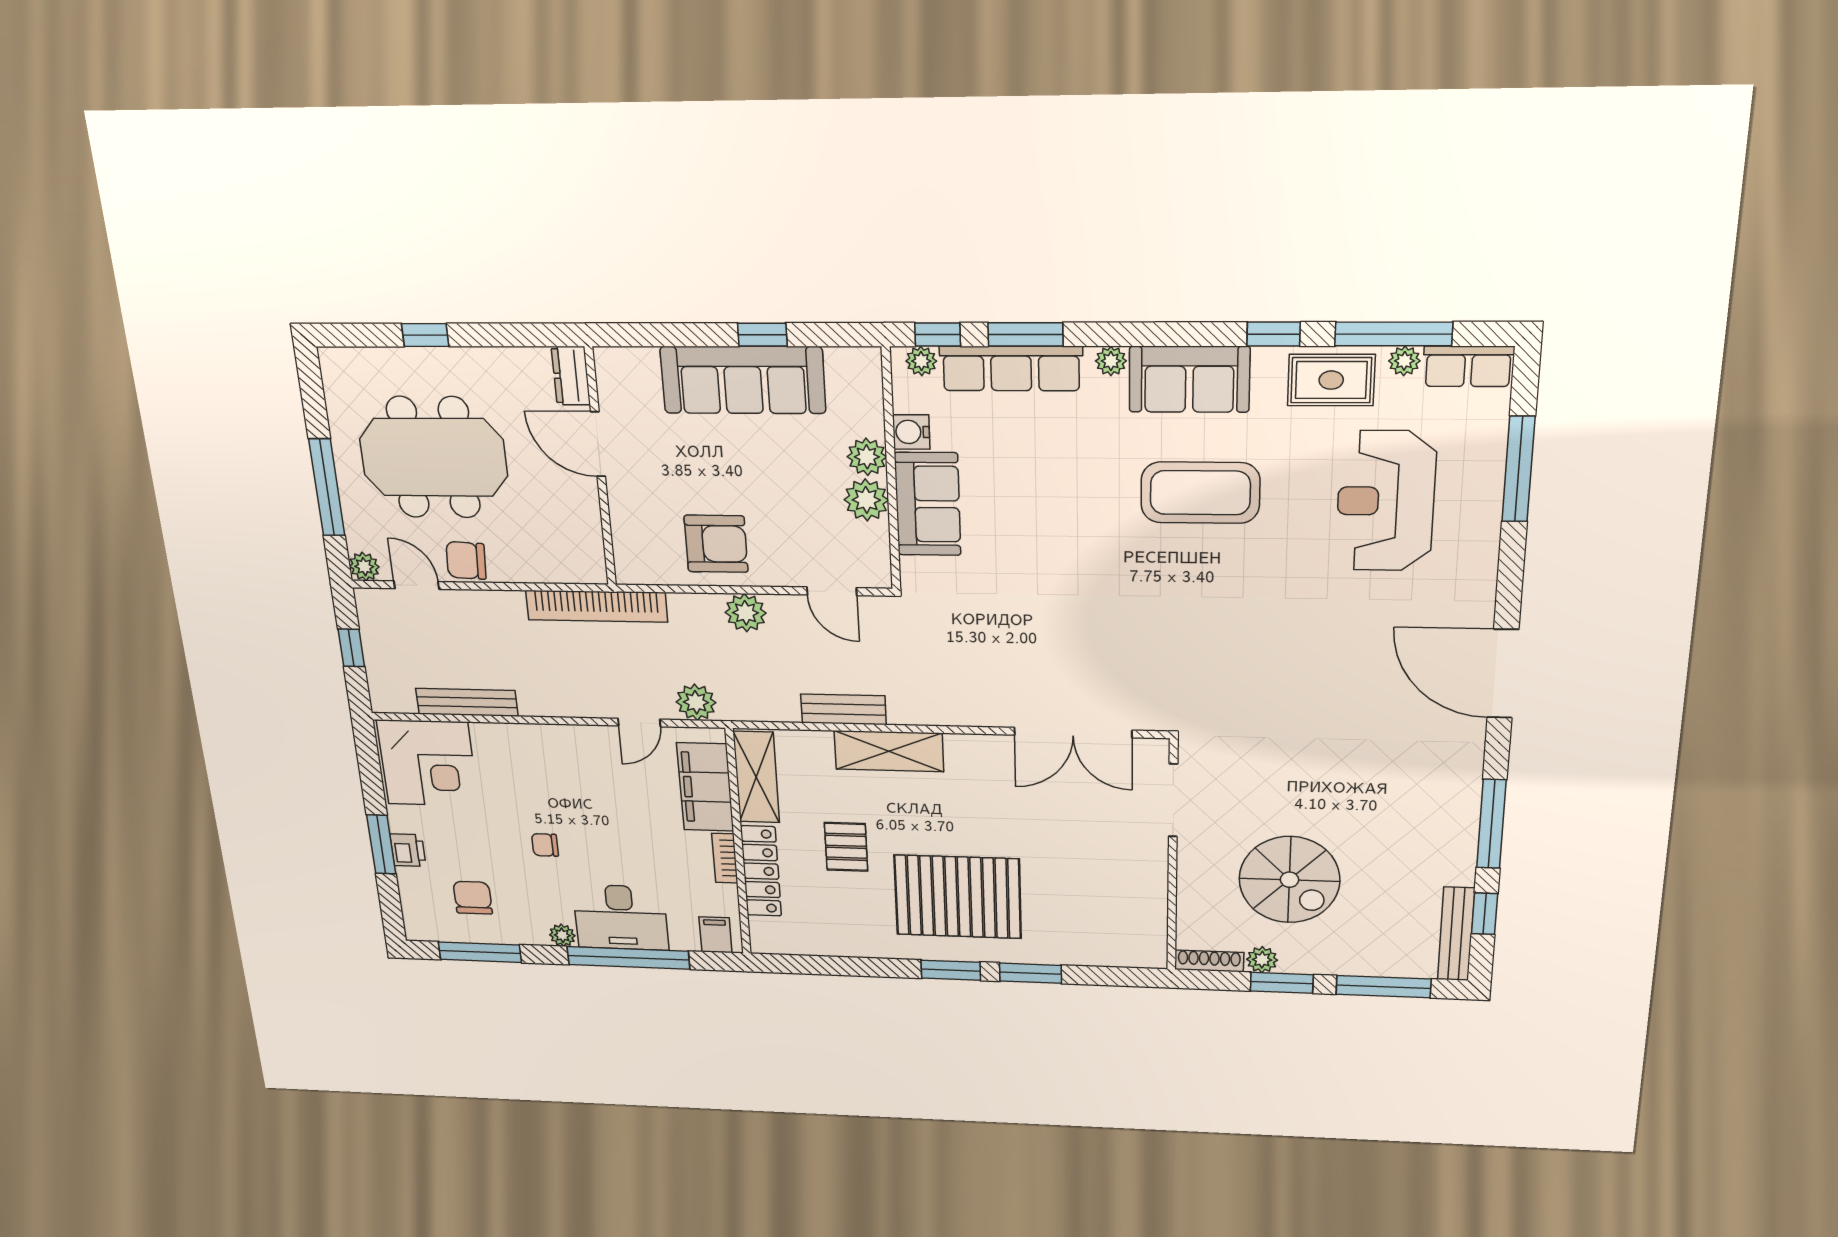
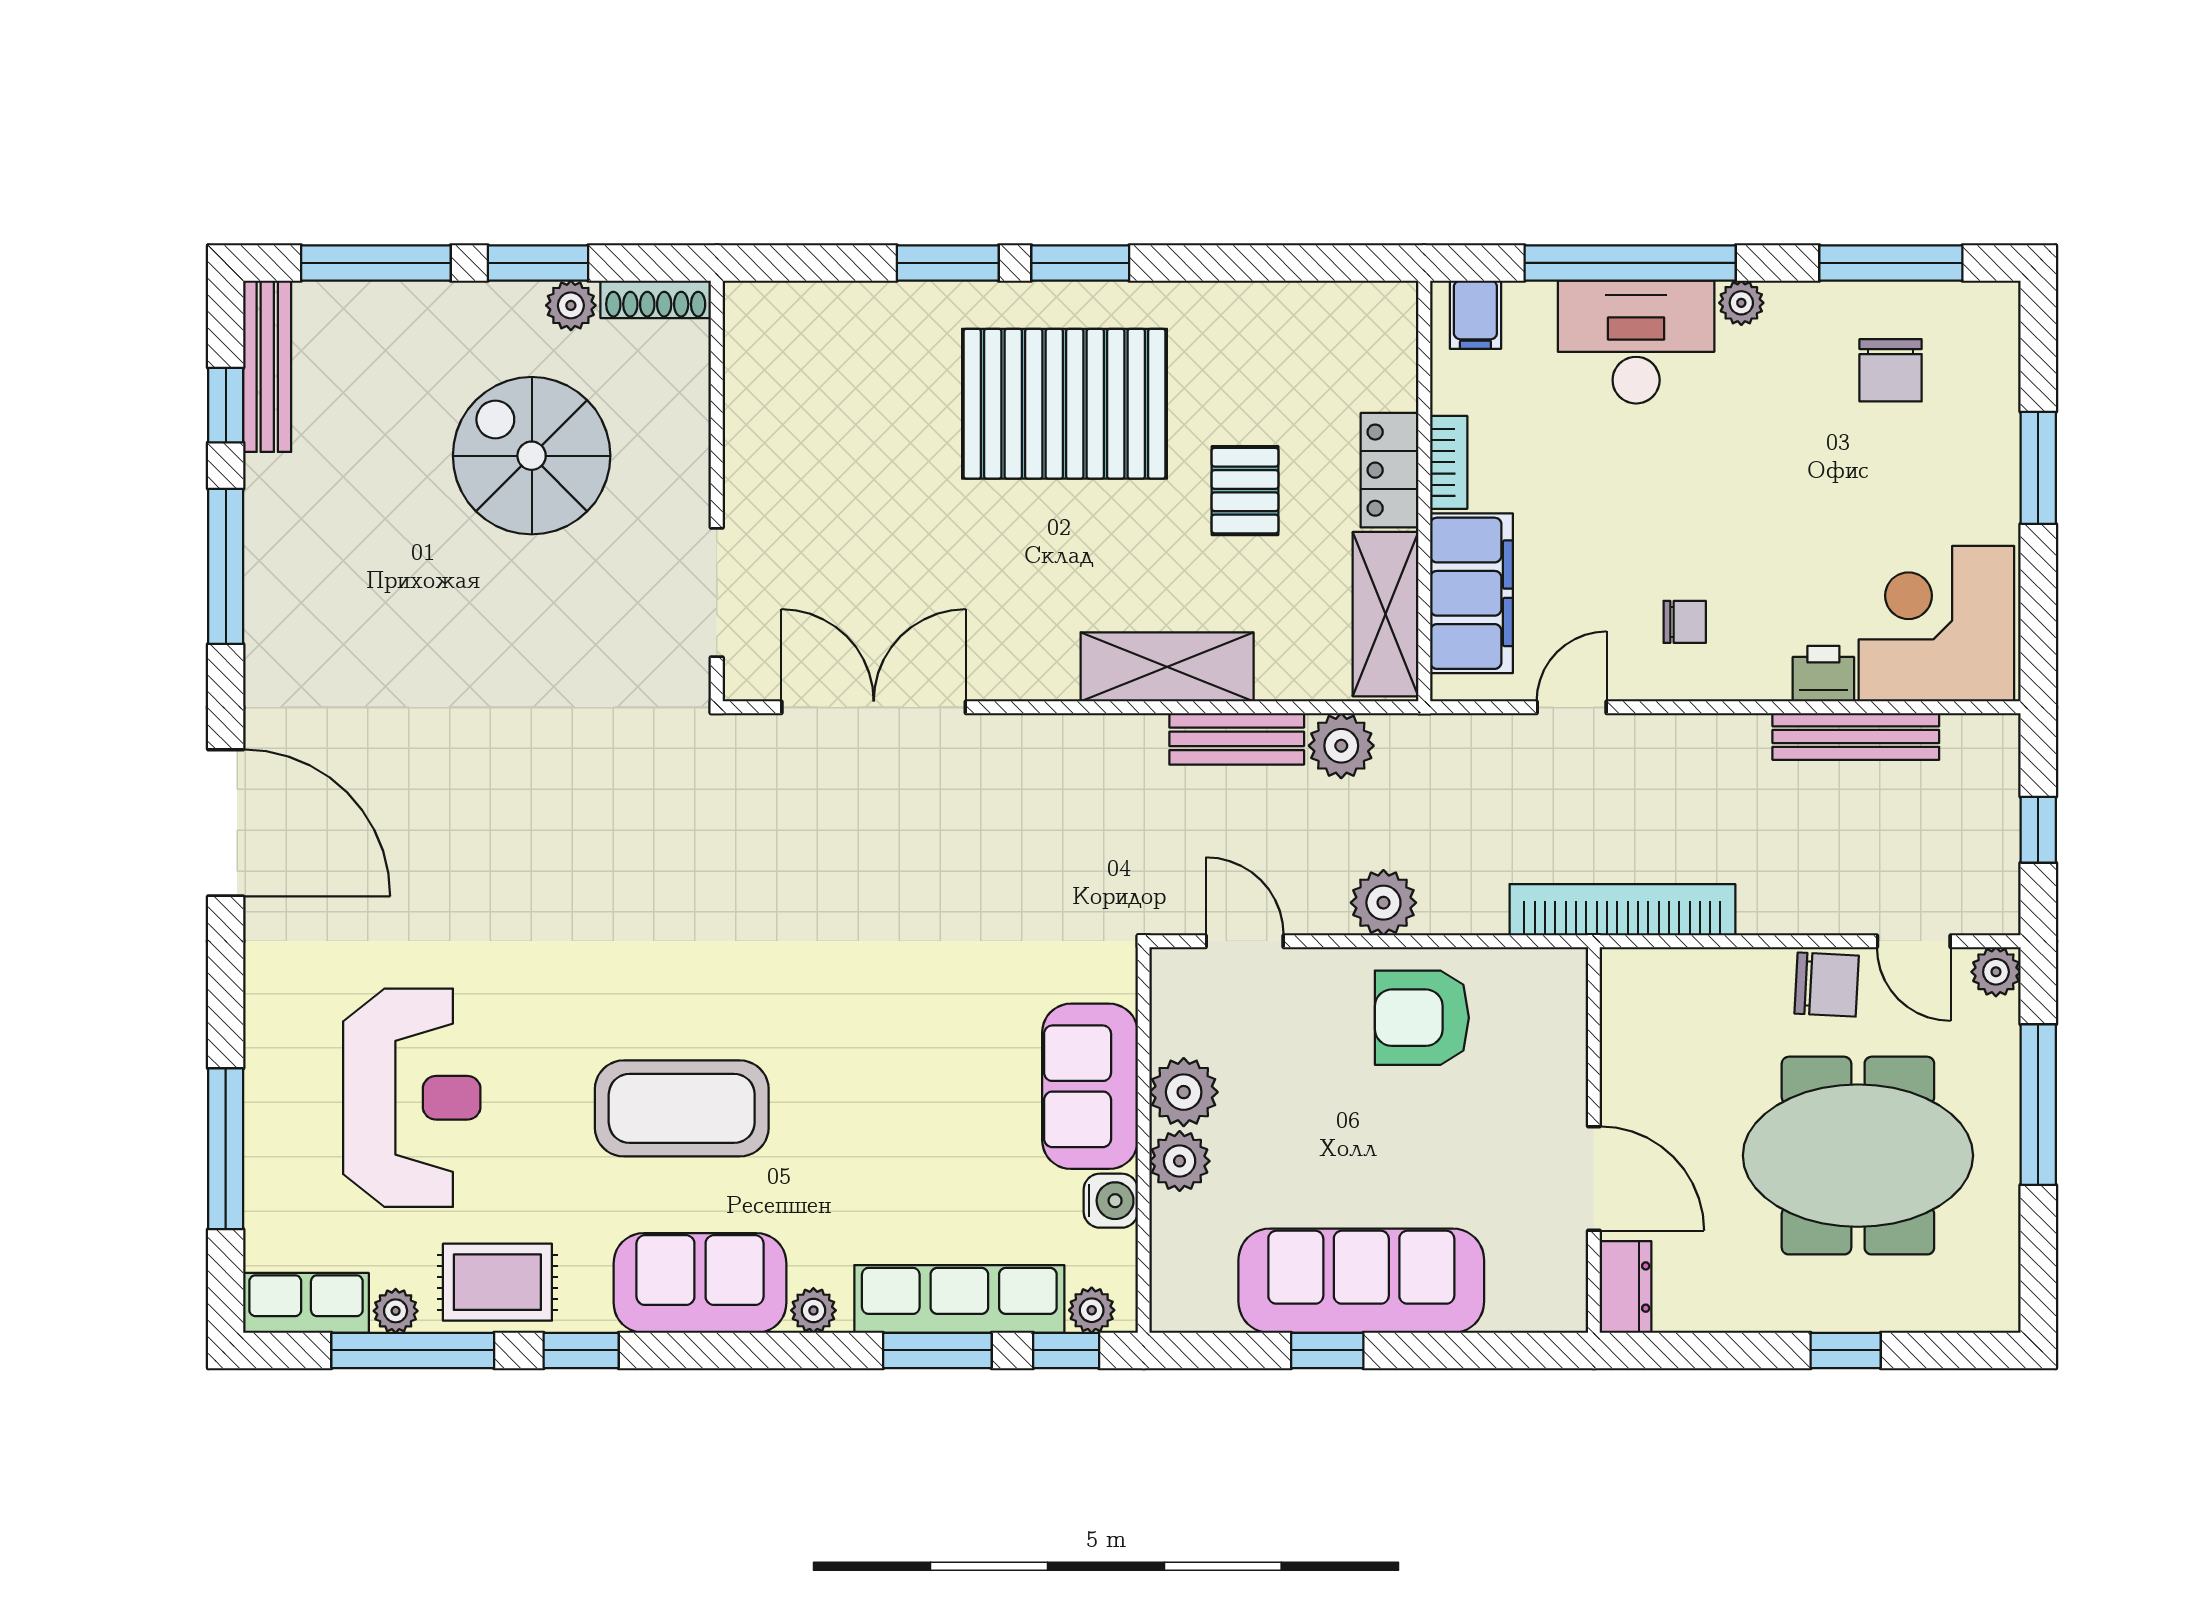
plant: (696, 702) -> (1341, 746), moved
chair: (545, 845) -> (1685, 622), moved
printer: (408, 850) -> (1823, 674), moved, turned 90
locker: (761, 871) -> (1390, 470), width x0.66

